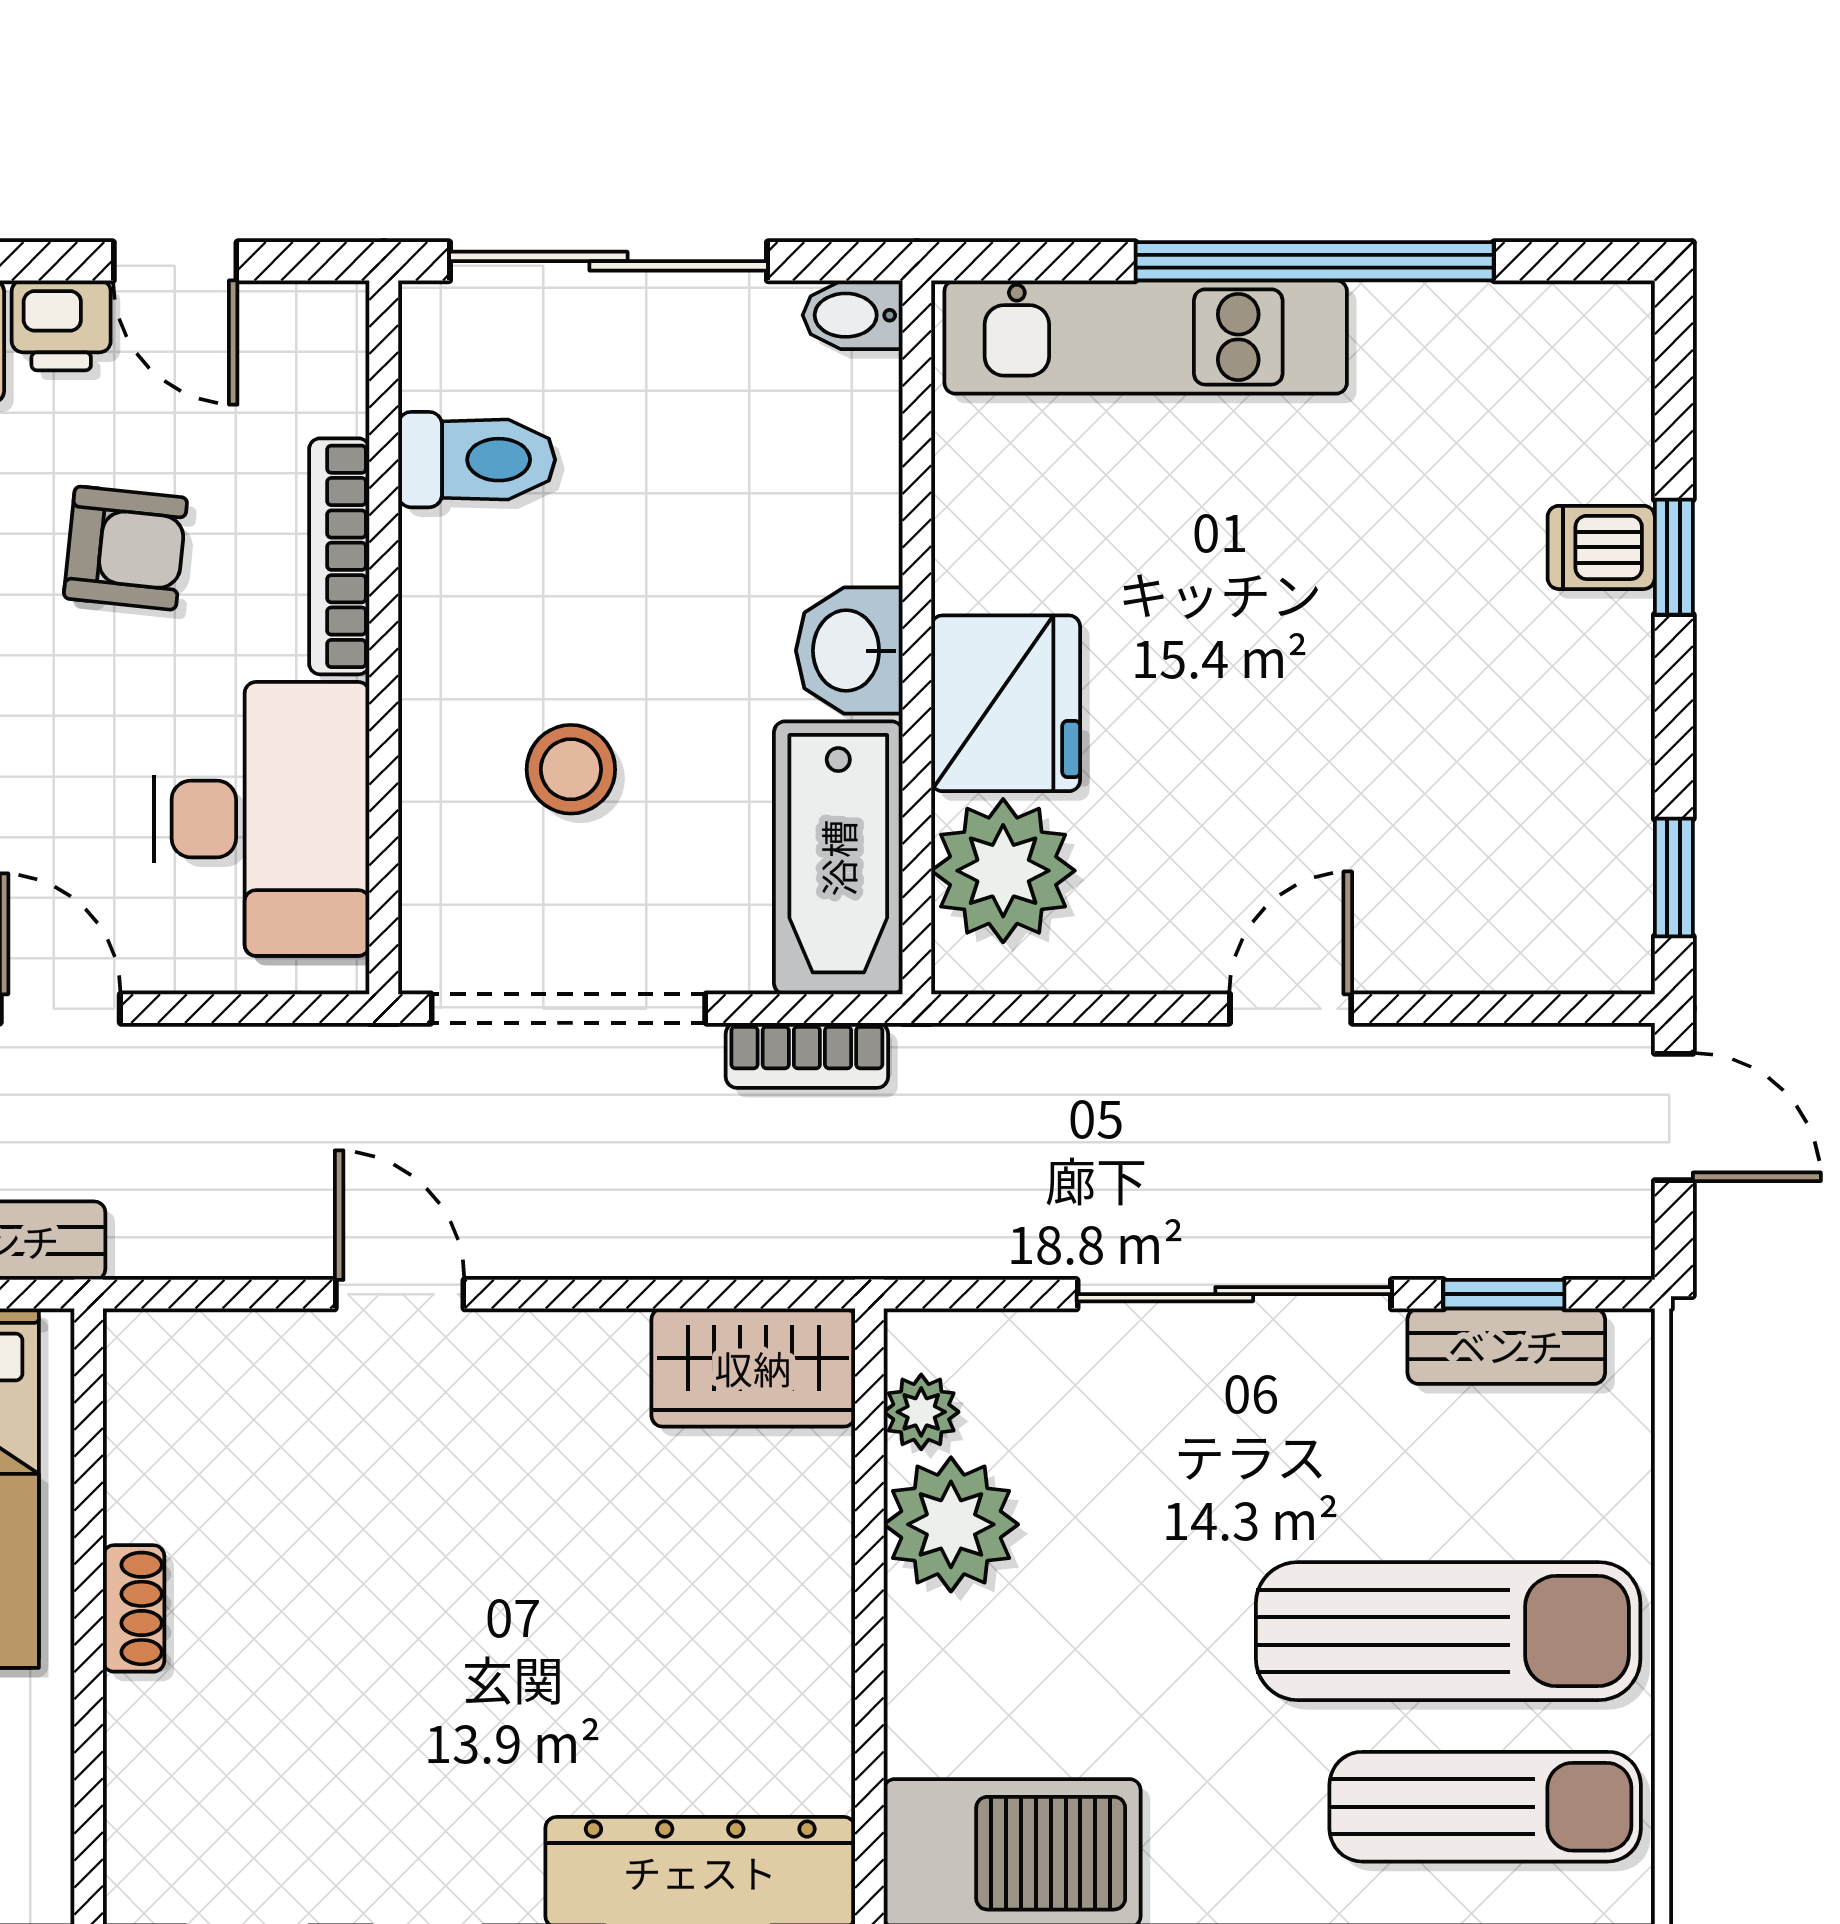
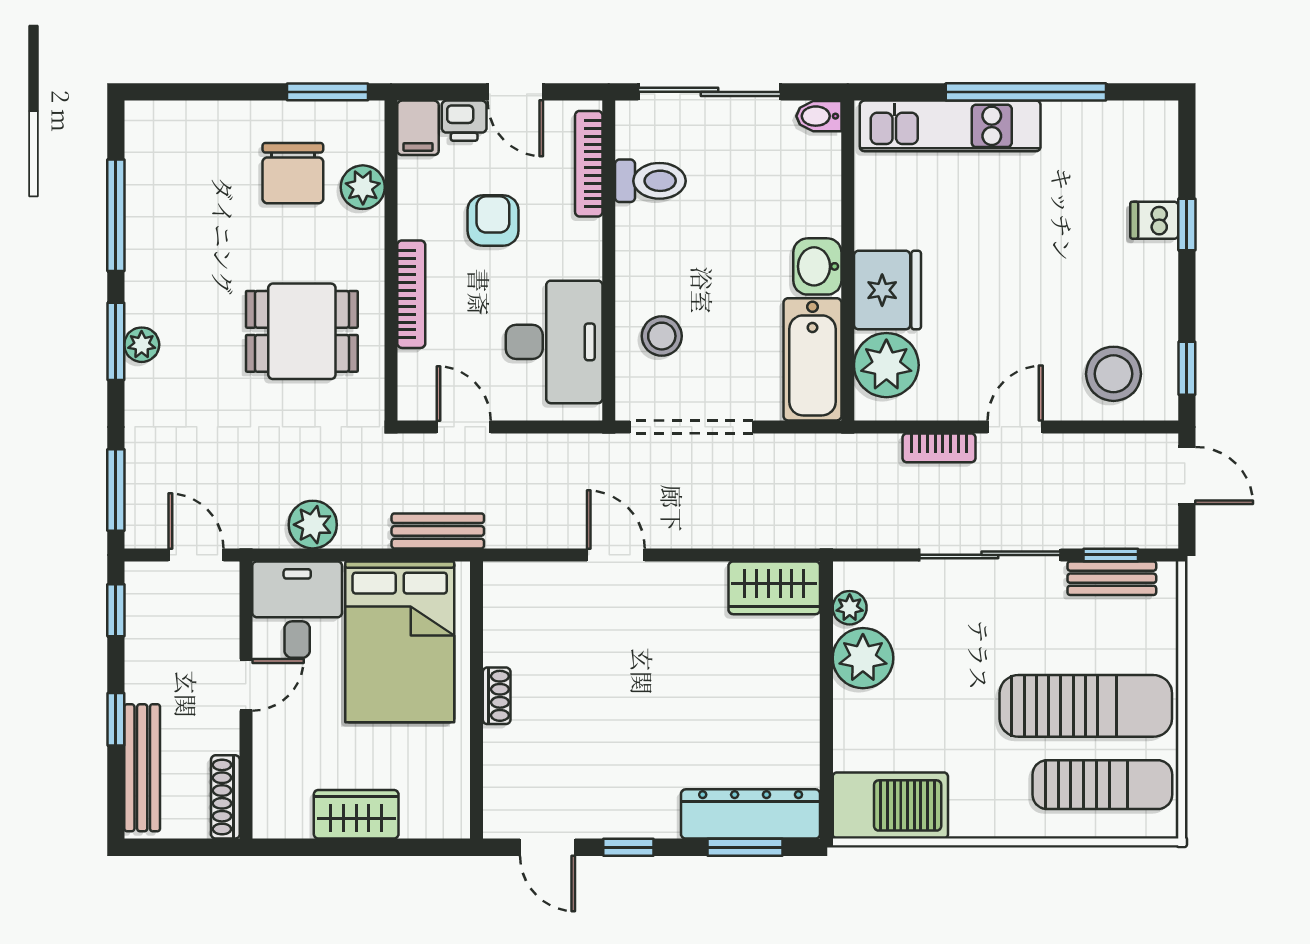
armchair: (125, 548) -> (493, 220), turned -96
bookcase: (339, 556) -> (589, 164), moved
stool: (571, 769) -> (662, 336), moved
stool: (1510, 890) -> (1114, 374), added
bookcase: (807, 1055) -> (939, 448), moved

